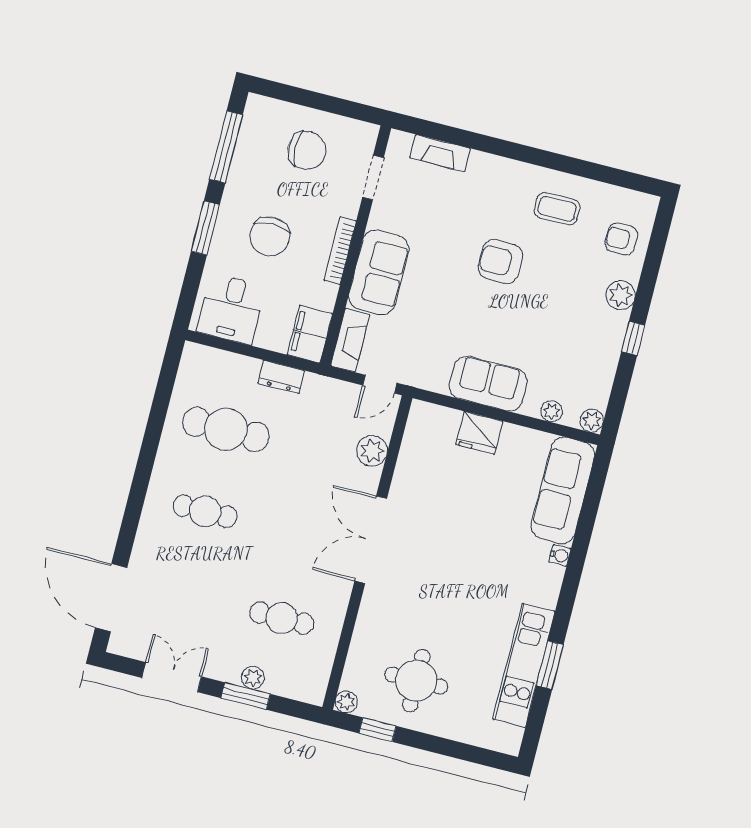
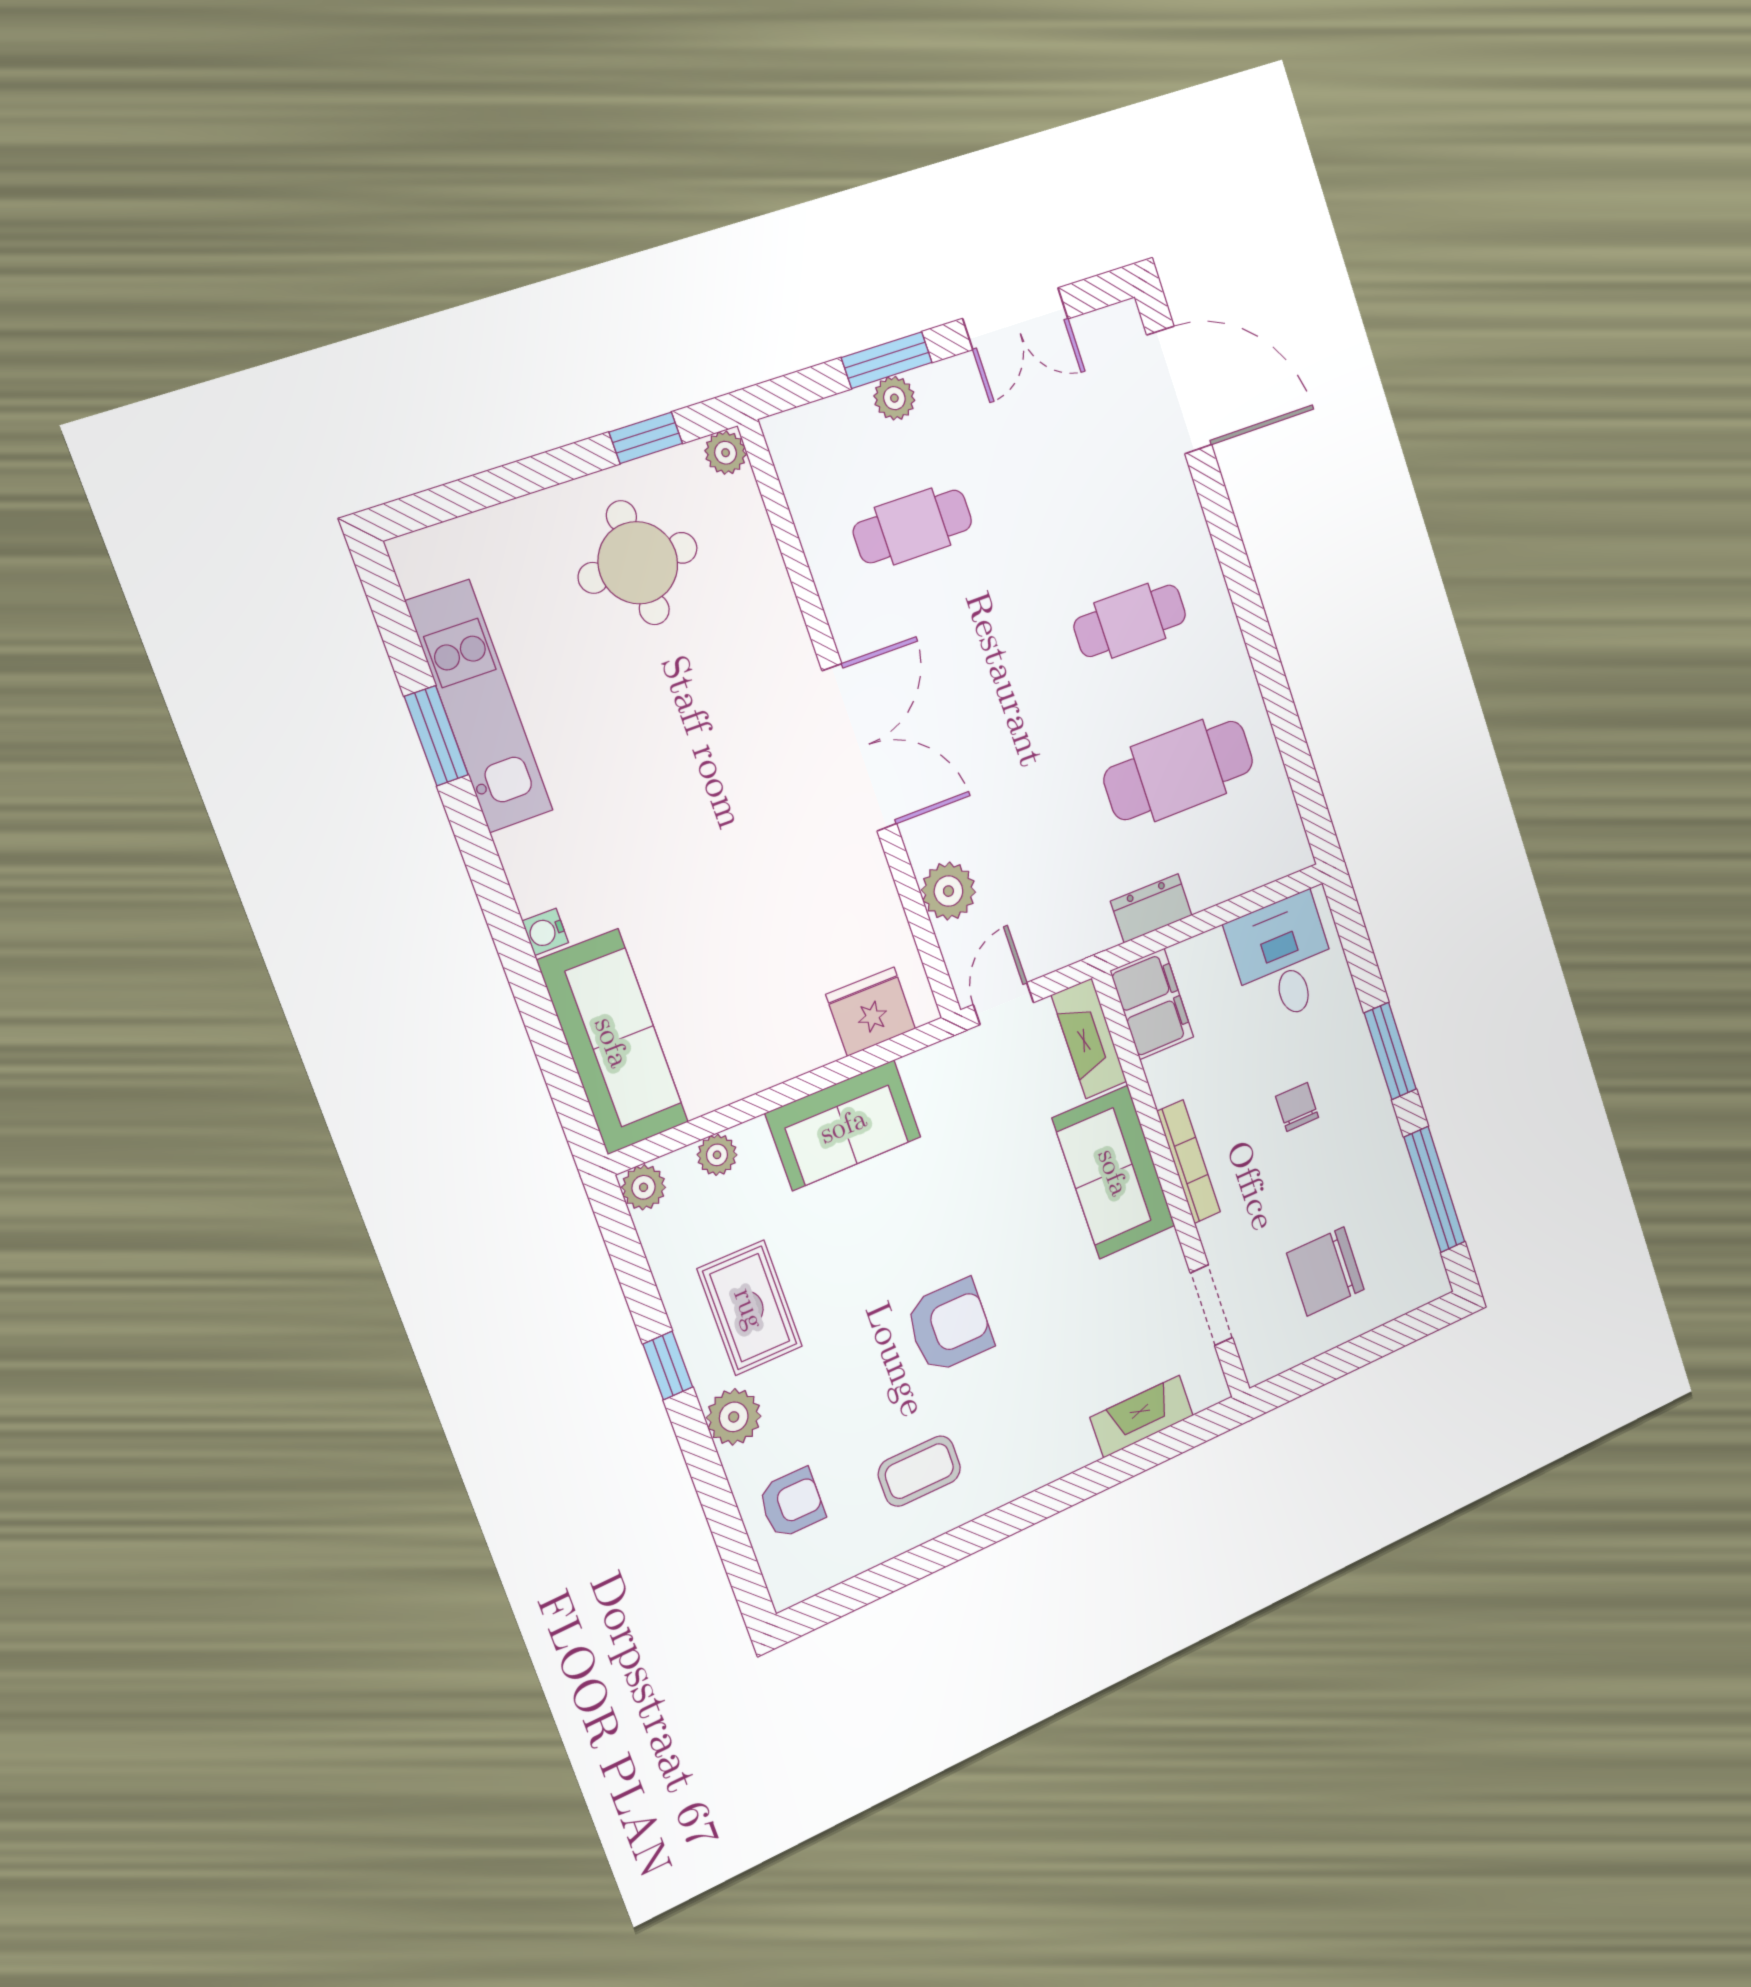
chair: (270, 236) -> (1297, 1107), width x0.54, depth x0.54
rug: (582, 336) -> (750, 1308), added
fridge: (479, 433) -> (871, 1012), moved

